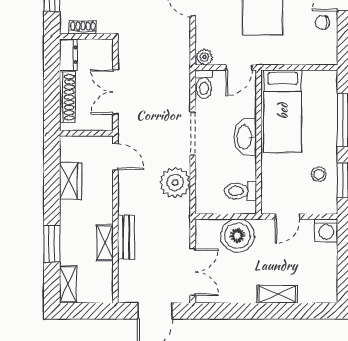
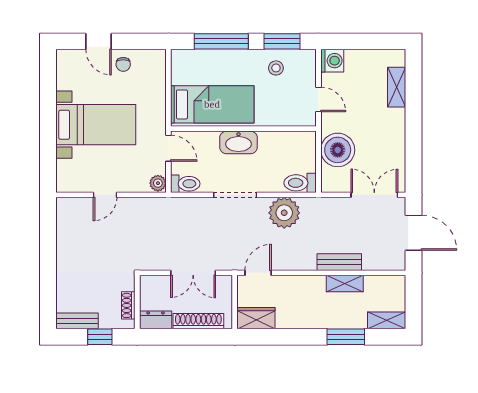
wardrobe: (70, 181) -> (256, 318), moved
toilet: (240, 191) -> (300, 183), moved, turned 90
shelving: (277, 294) -> (397, 87), moved

